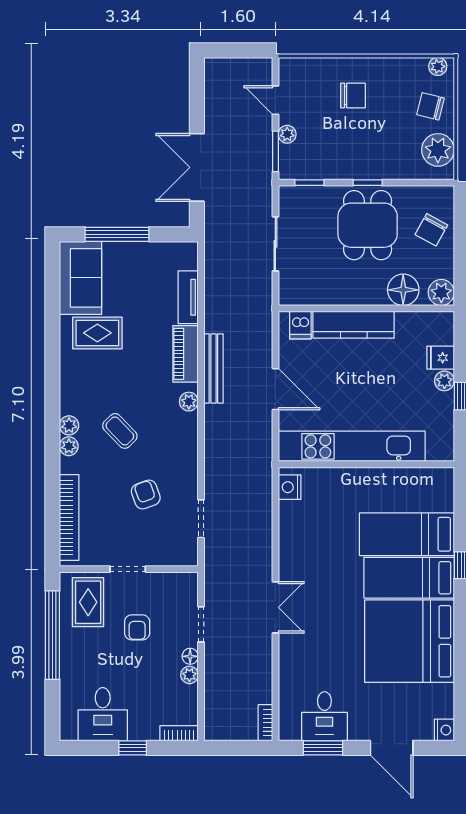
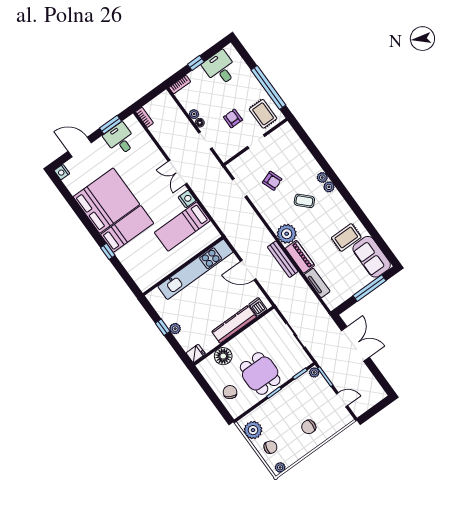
plant: (287, 134) -> (314, 372), moved
plant: (441, 292) -> (205, 367), removed
fridge: (441, 358) -> (196, 353), moved
plant: (189, 402) -> (287, 234), width x1.88, depth x1.88
nightstand: (290, 487) -> (187, 199), moved
bookcase: (69, 517) -> (299, 146), removed
bed: (407, 534) -> (182, 227), moved, turned 180

